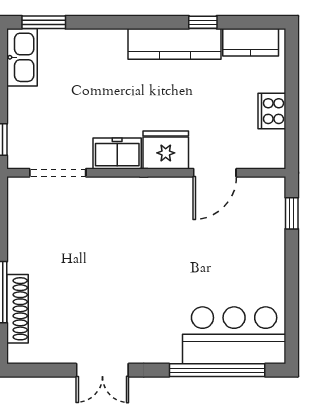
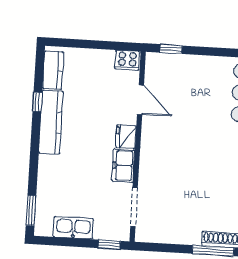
kitchen sink: (22, 57) -> (73, 228), moved
cooker: (272, 111) -> (127, 60), moved
fridge: (166, 150) -> (126, 137), width x0.73, depth x0.75

